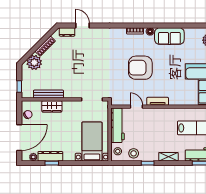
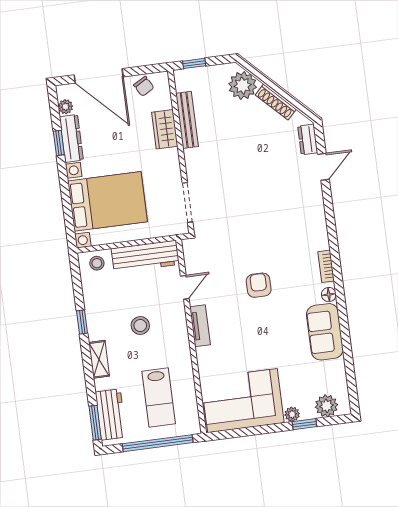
armchair: (140, 68) -> (259, 285), width x0.53, depth x0.53
bed with nightstands: (92, 141) -> (107, 201), width x1.36
stool: (134, 153) -> (140, 326), moved

